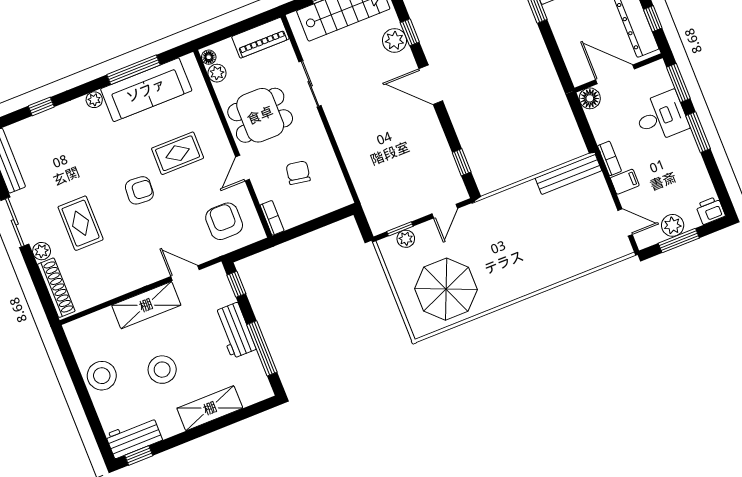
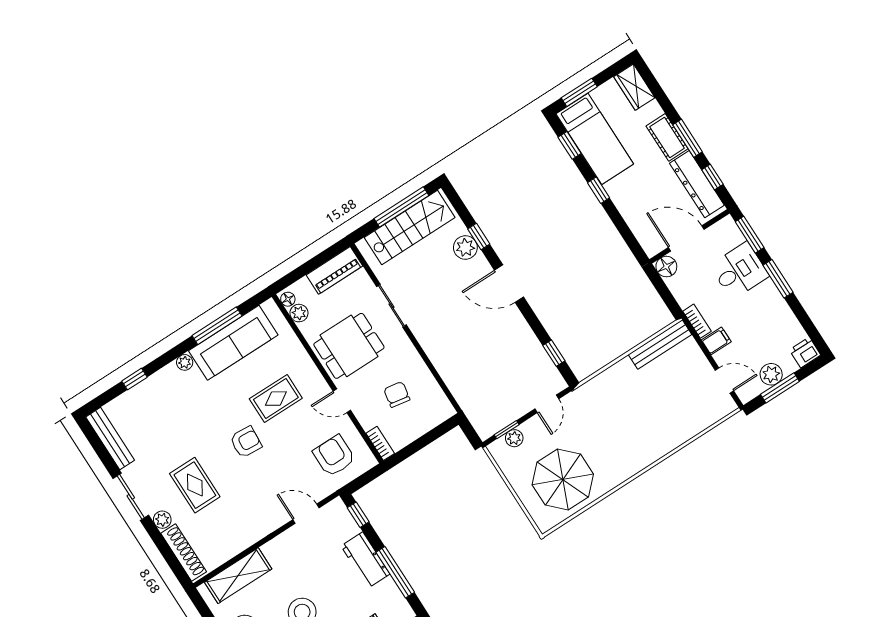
door: (242, 168) -> (342, 401), hinge flipped
shelving: (146, 305) -> (238, 576), moved

